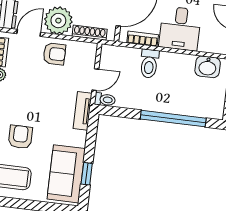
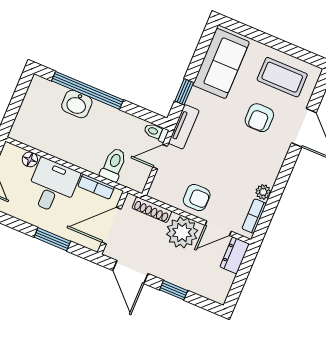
floor lamp: (206, 46) -> (30, 159), added
armchair: (54, 54) -> (197, 198), turned 180
toilet: (149, 64) -> (114, 165), moved
washbasin: (208, 67) -> (77, 104), moved, turned 180
window: (87, 174) -> (184, 92), moved

